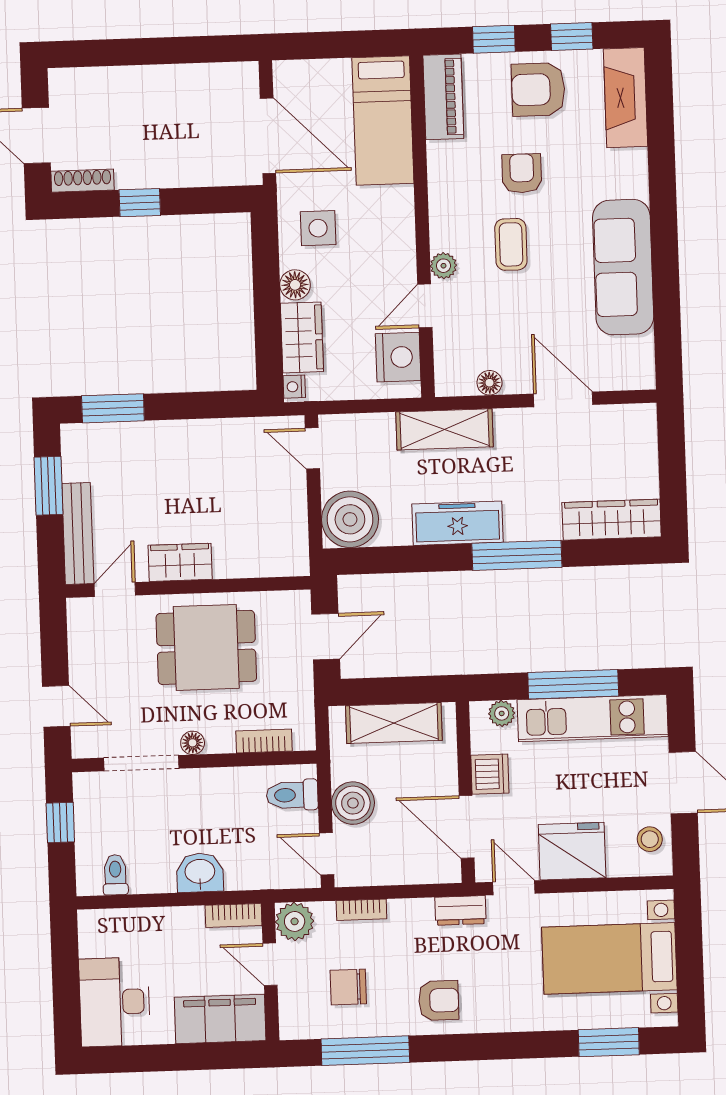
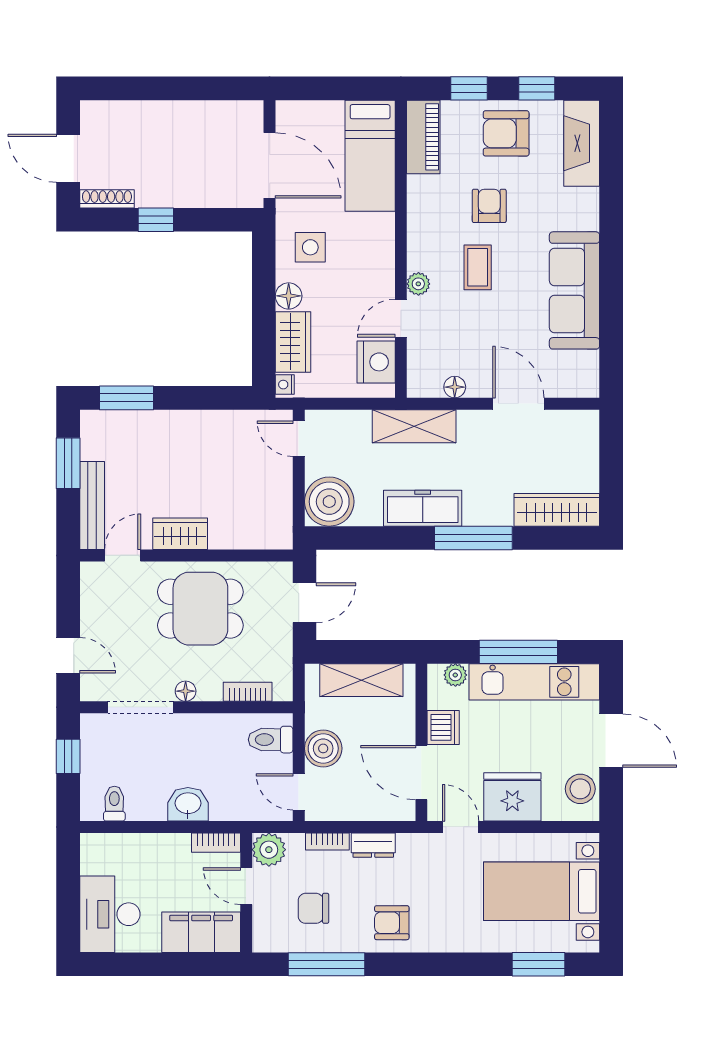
stool: (650, 839) -> (580, 789), width x1.37, depth x1.37
dresser: (460, 910) -> (373, 845), moved
armchair: (439, 1000) -> (392, 923), turned 180

